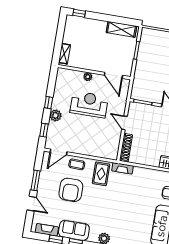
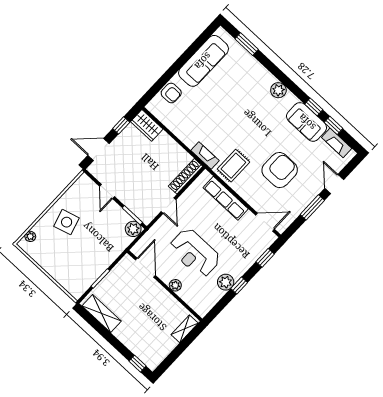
plant: (137, 94) -> (133, 229), added
plant: (56, 115) -> (226, 282), moved
row of seats: (92, 151) -> (226, 198), added
coffee table: (77, 164) -> (254, 194), removed

